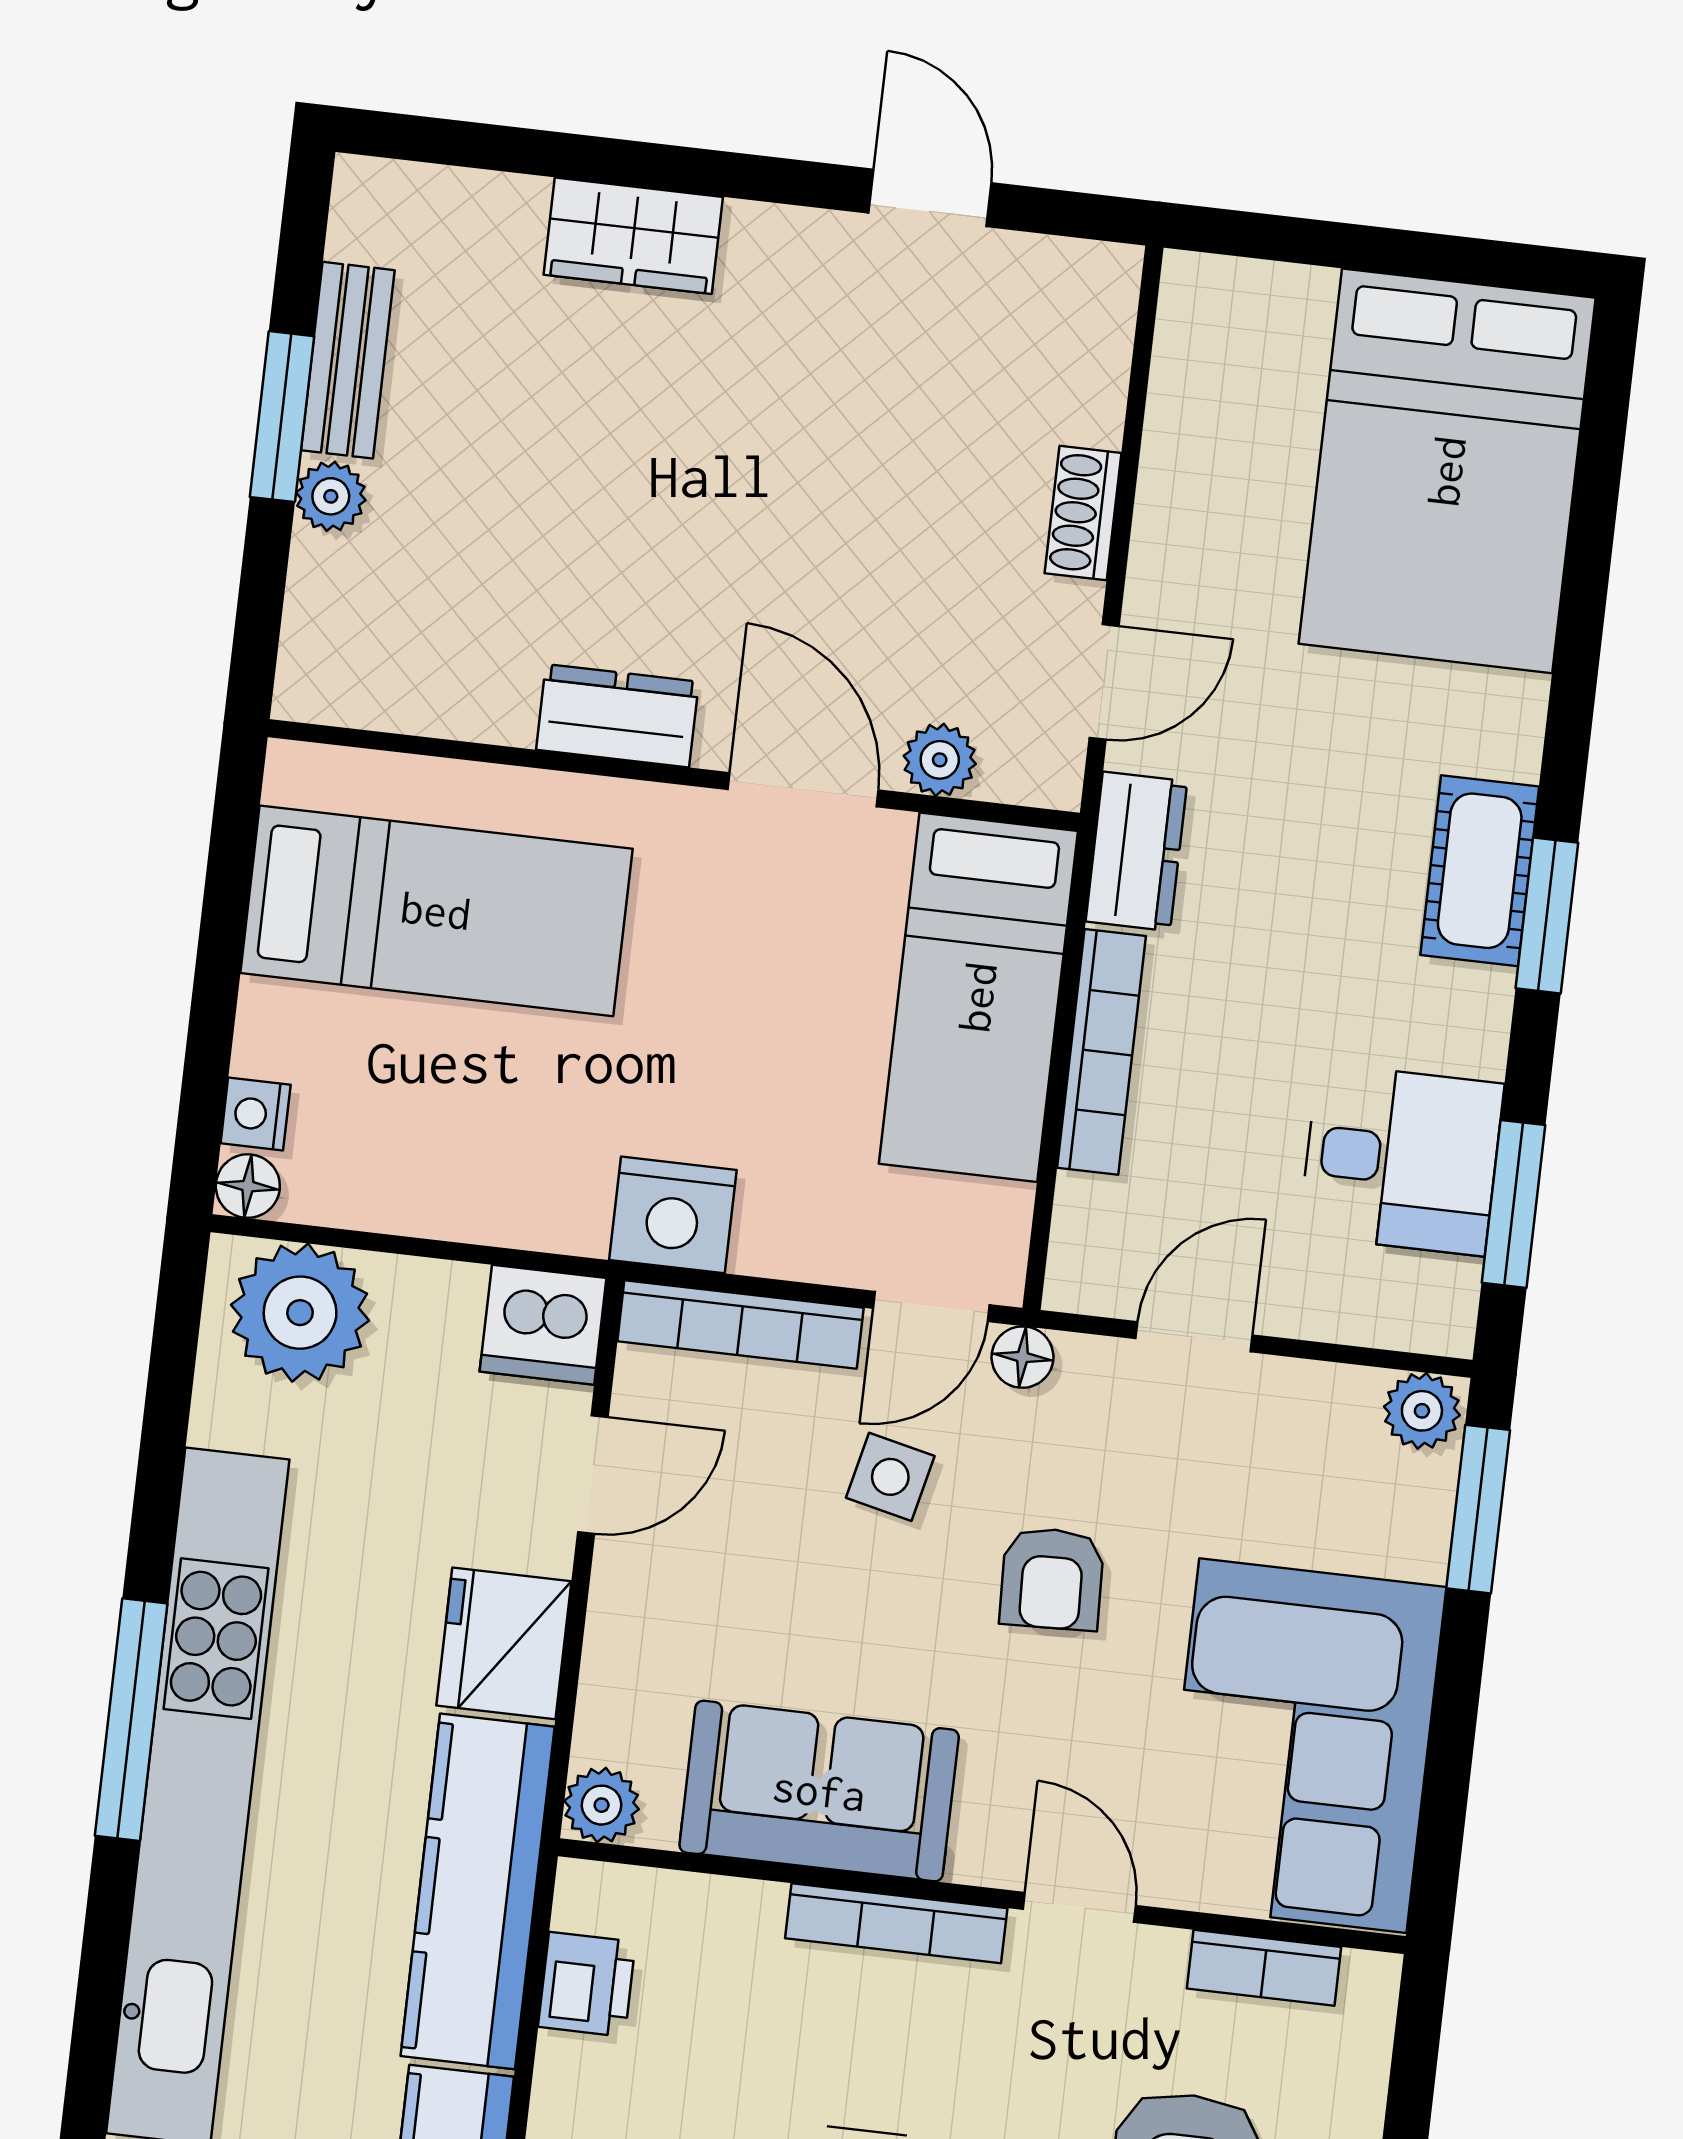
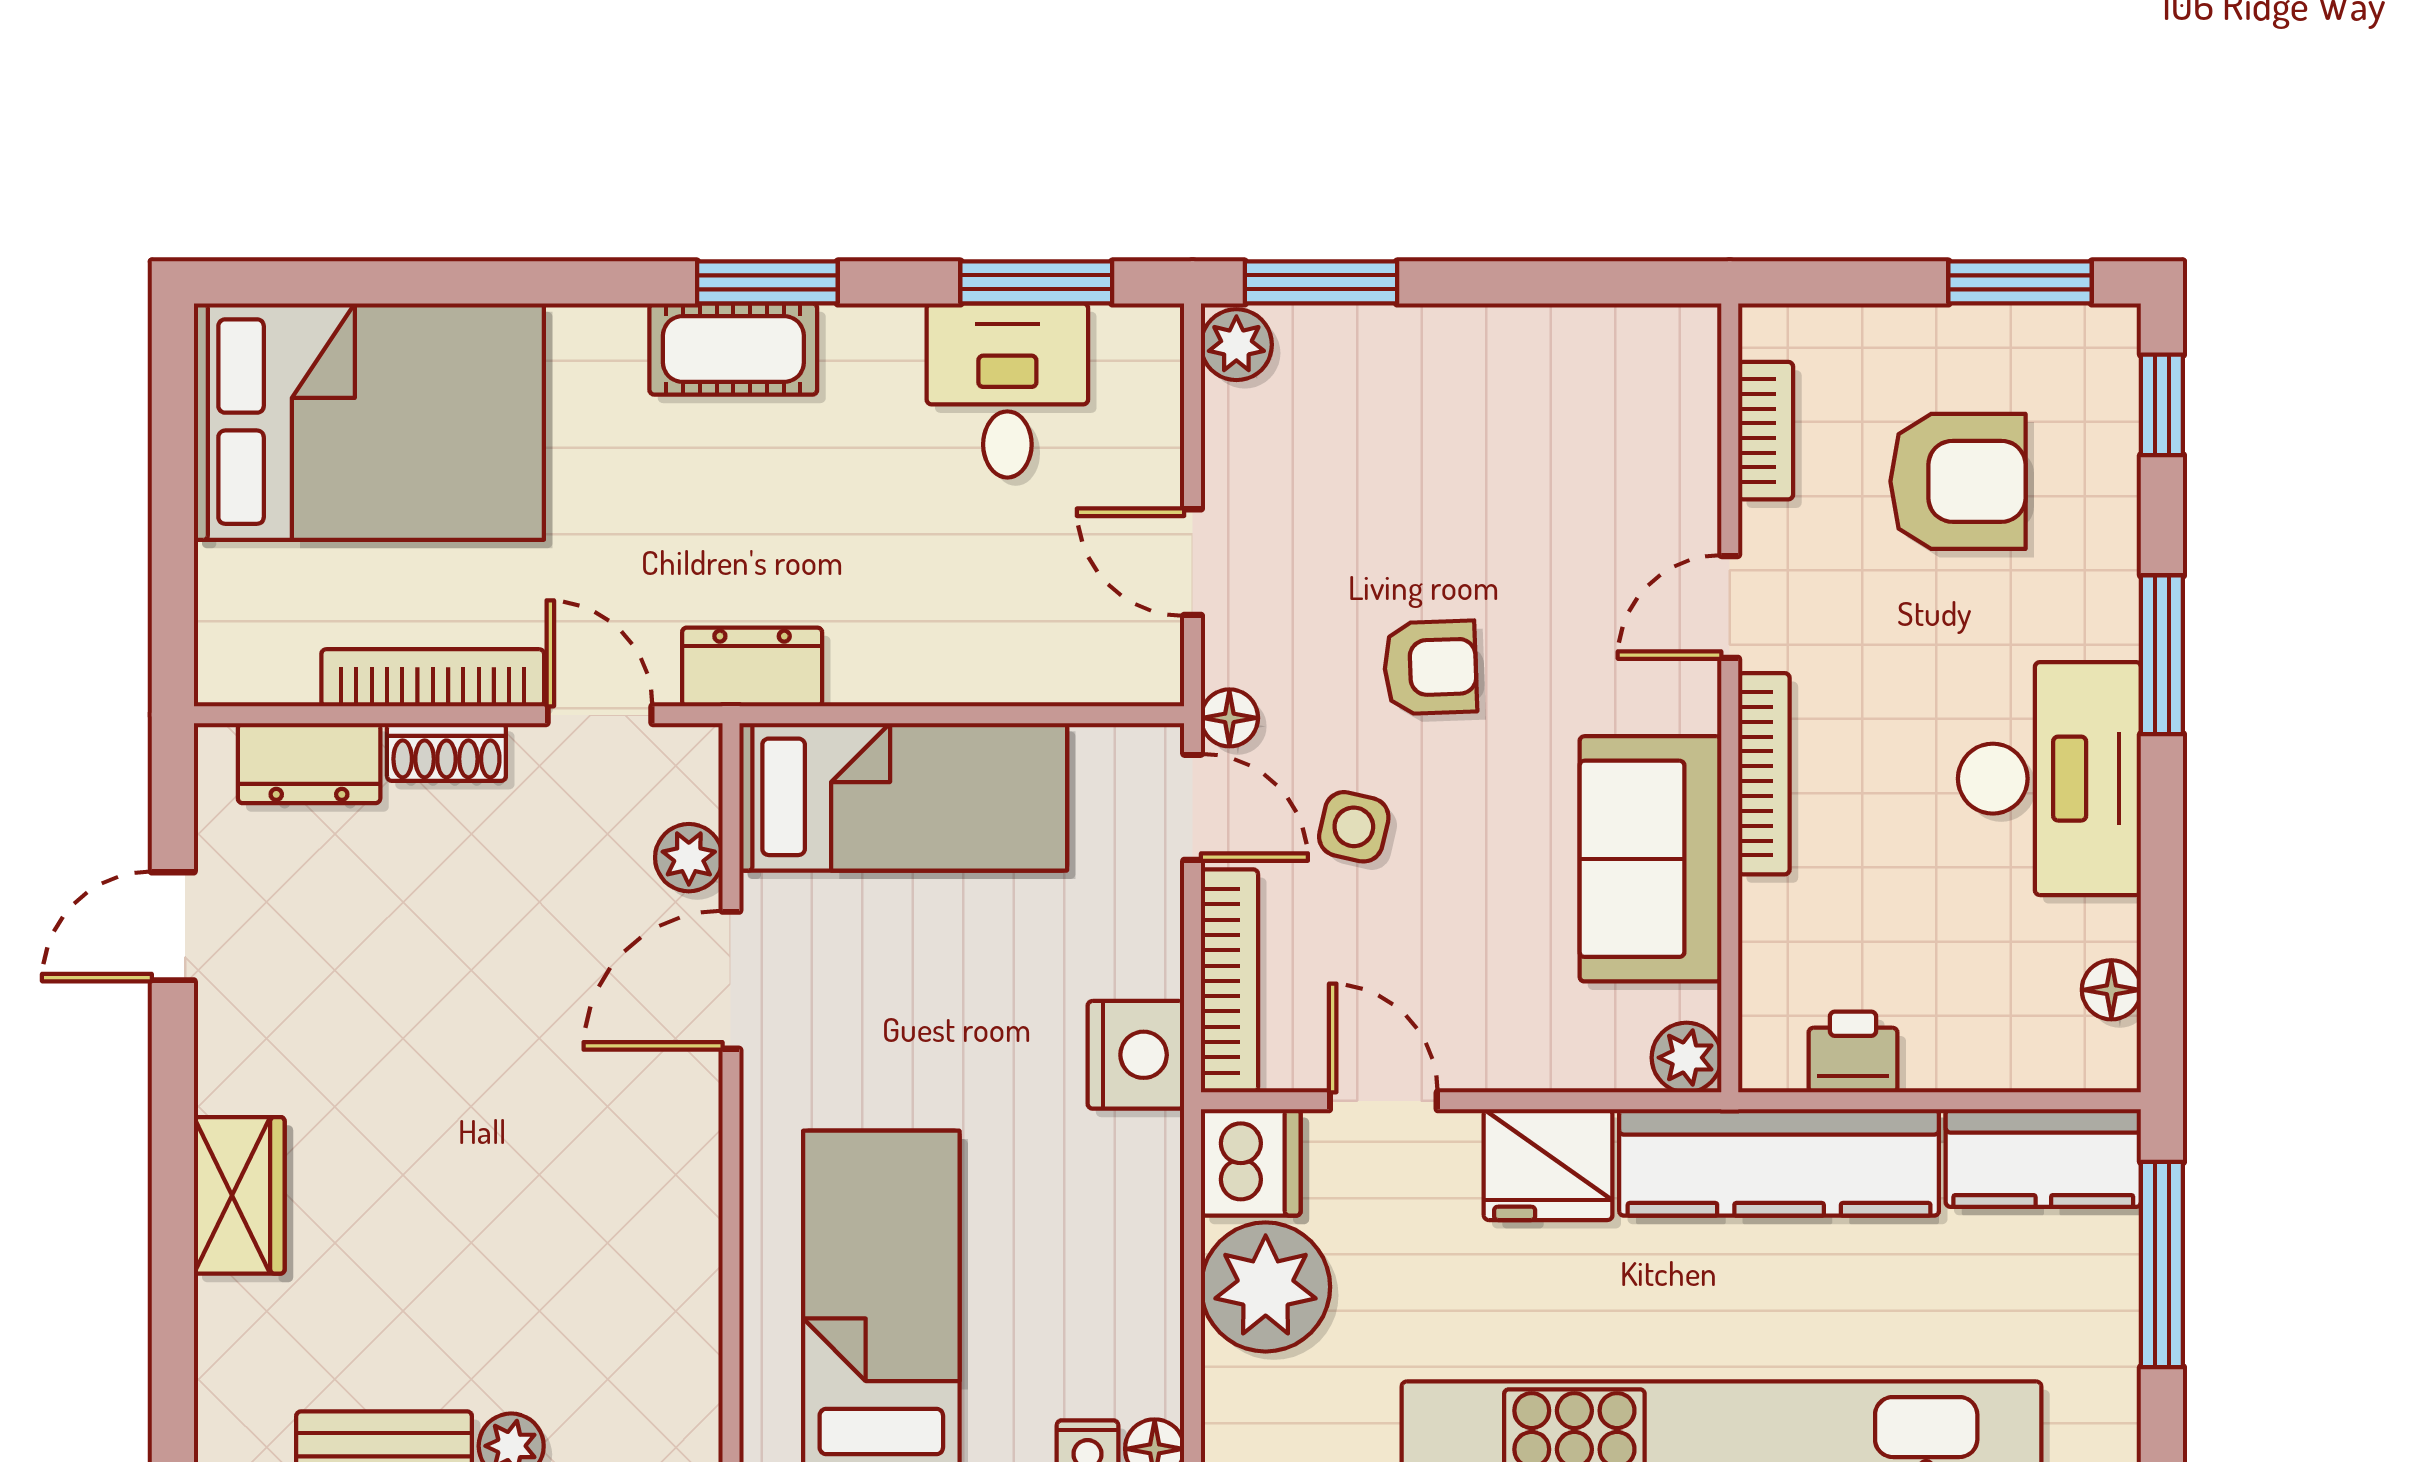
dresser: (617, 716) -> (309, 763), moved, turned -90
bookcase: (1101, 1052) -> (433, 678), moved
plant: (300, 1313) -> (1266, 1287), moved
corner sofa: (1303, 1746) -> (1557, 419), removed

